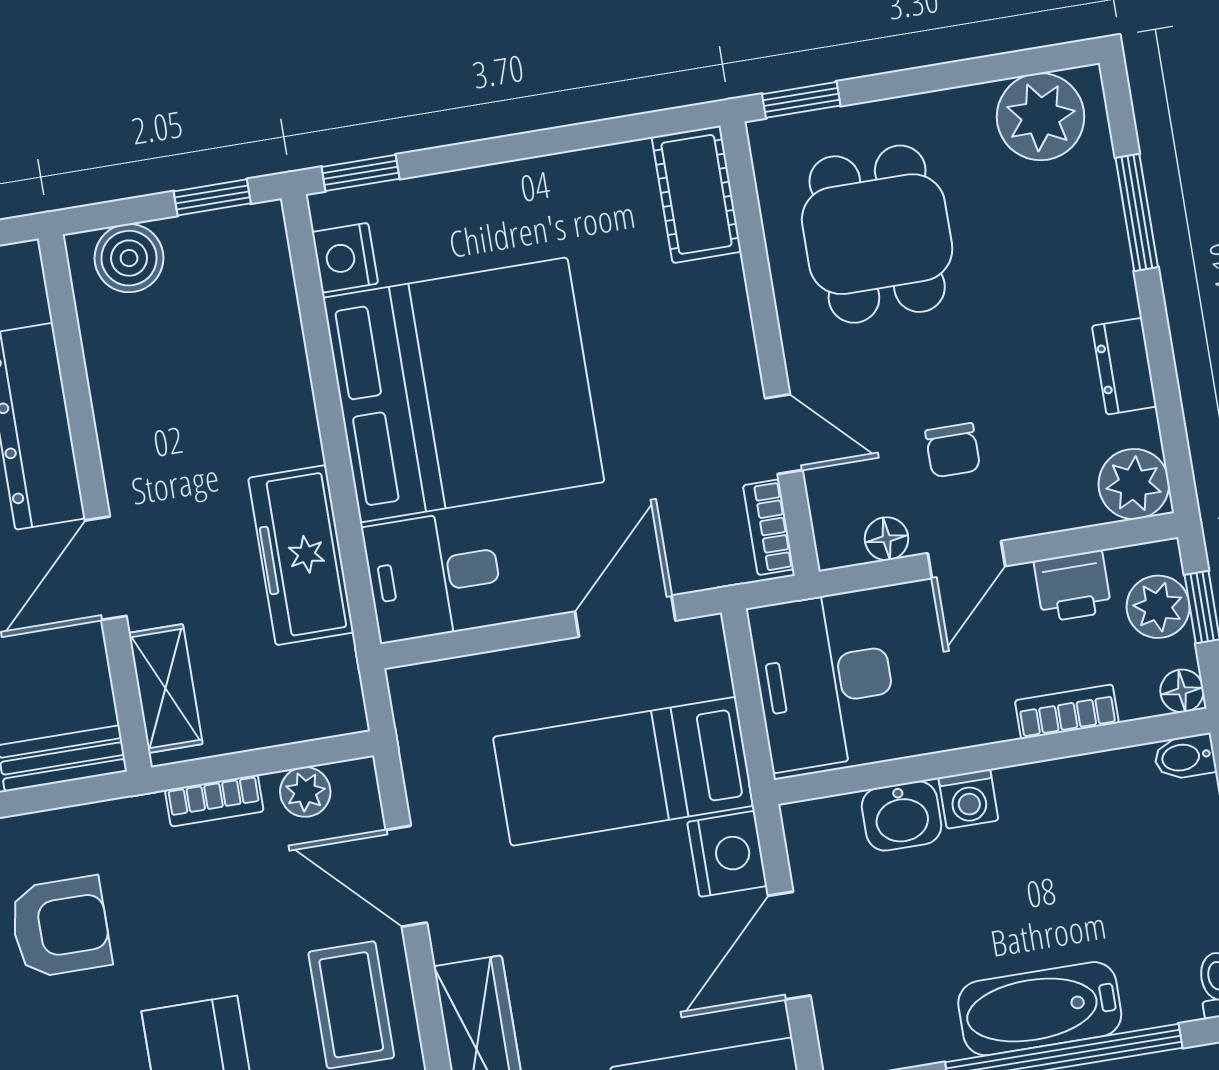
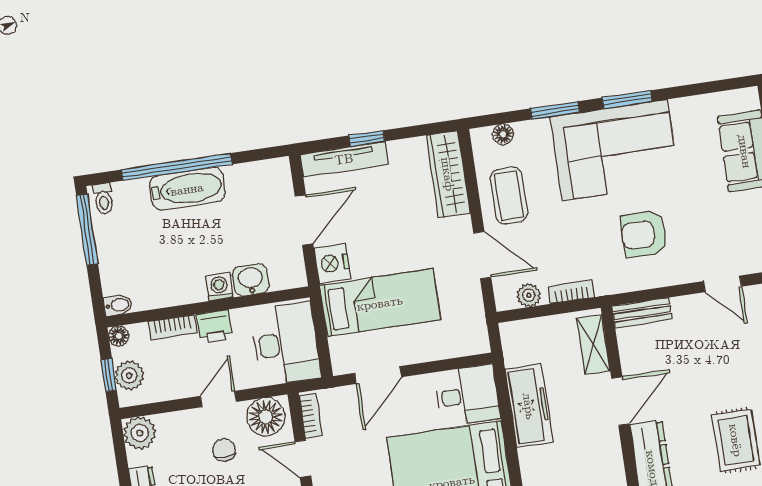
floor lamp: (887, 539) -> (266, 417), width x1.89, depth x1.89
printer: (1073, 586) -> (215, 326), moved, turned 180

